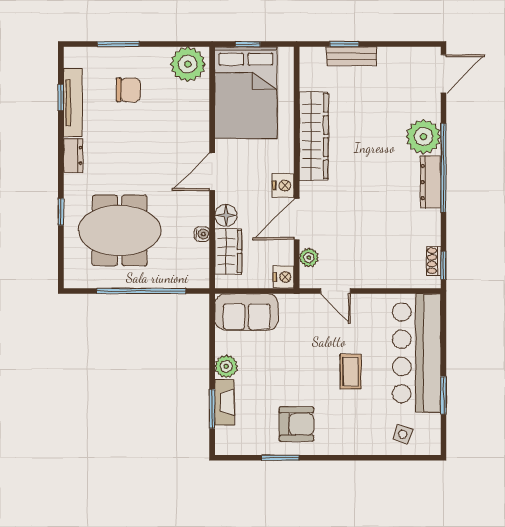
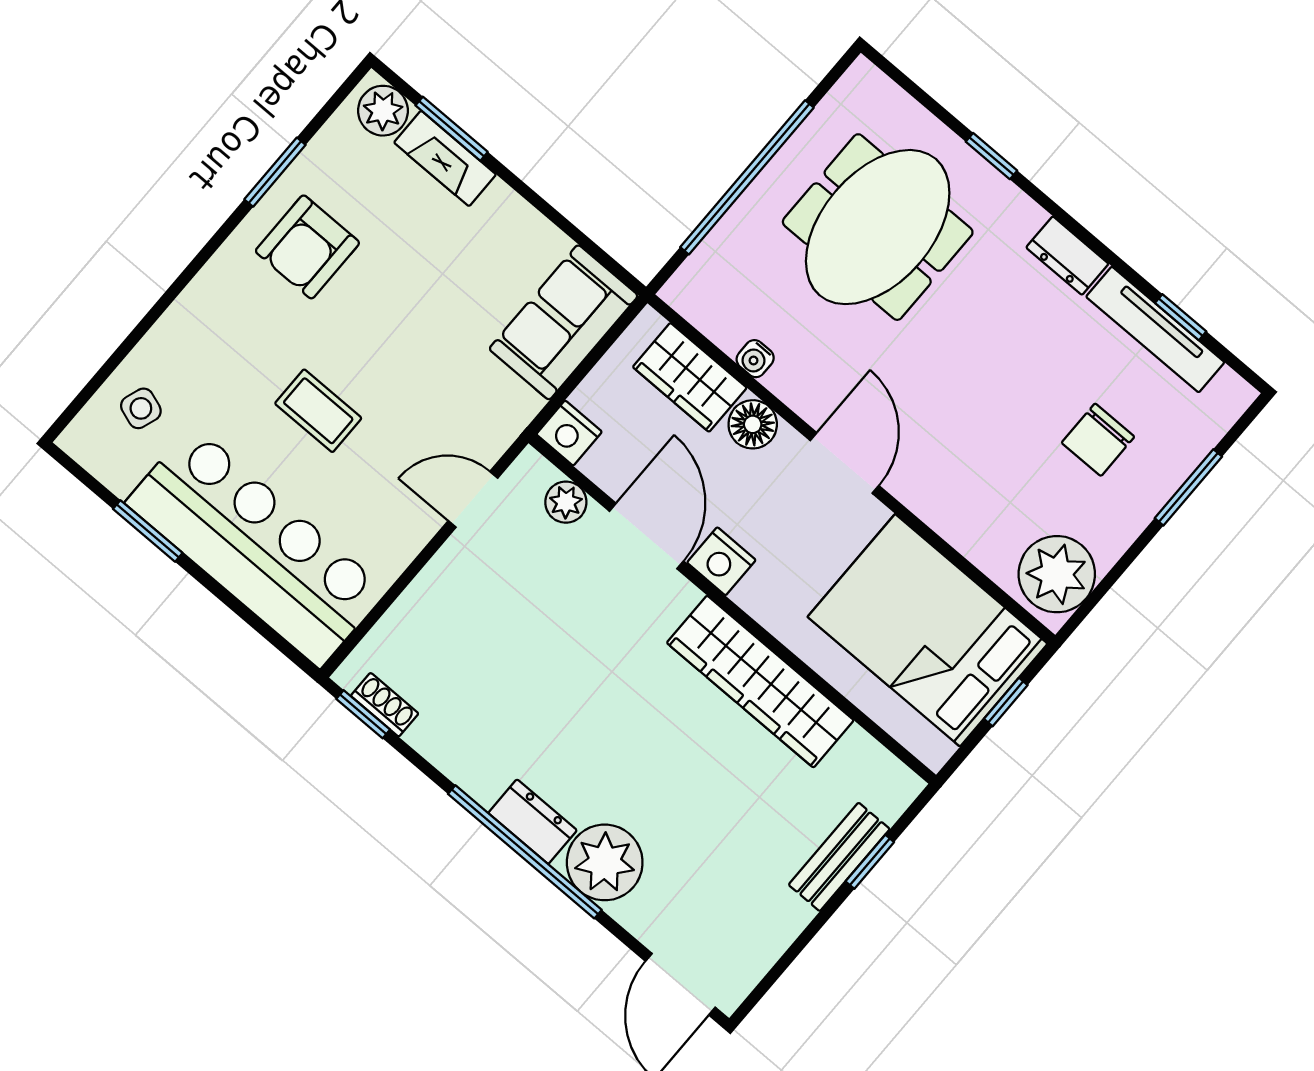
dresser: (431, 182) -> (533, 822), width x0.70
plant: (226, 366) -> (383, 111), moved

